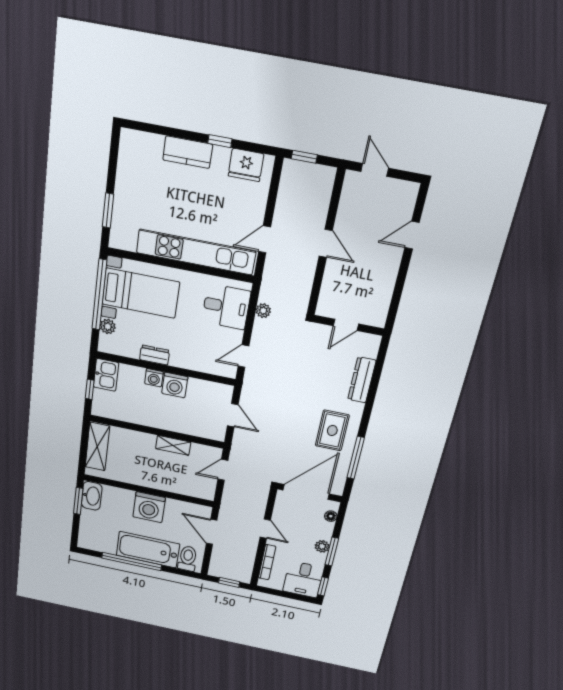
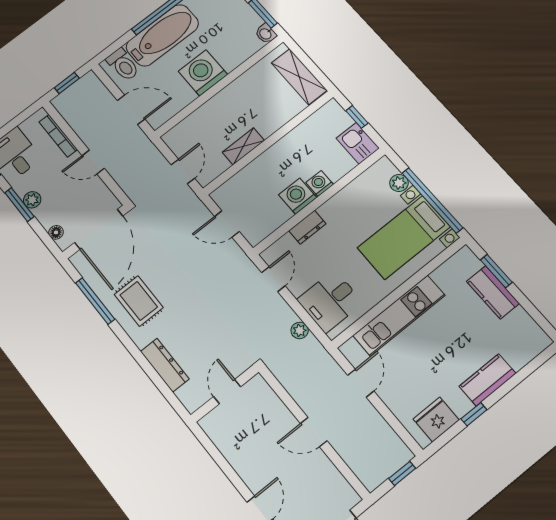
kitchen counter: (124, 201) -> (493, 292), added
kitchen unit: (196, 252) -> (399, 315), width x0.73
dresser: (155, 355) -> (307, 227), moved
washbasin: (92, 496) -> (266, 34), width x0.52, depth x0.69

